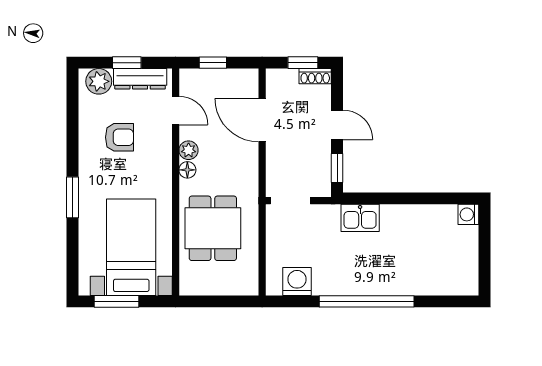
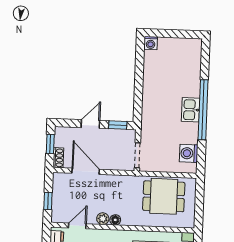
shoe rack: (315, 76) -> (58, 158), moved
door: (262, 120) -> (86, 171), swing flipped
kitchen sink: (360, 218) -> (191, 110), moved, turned 180
dining table: (213, 228) -> (164, 196), moved

